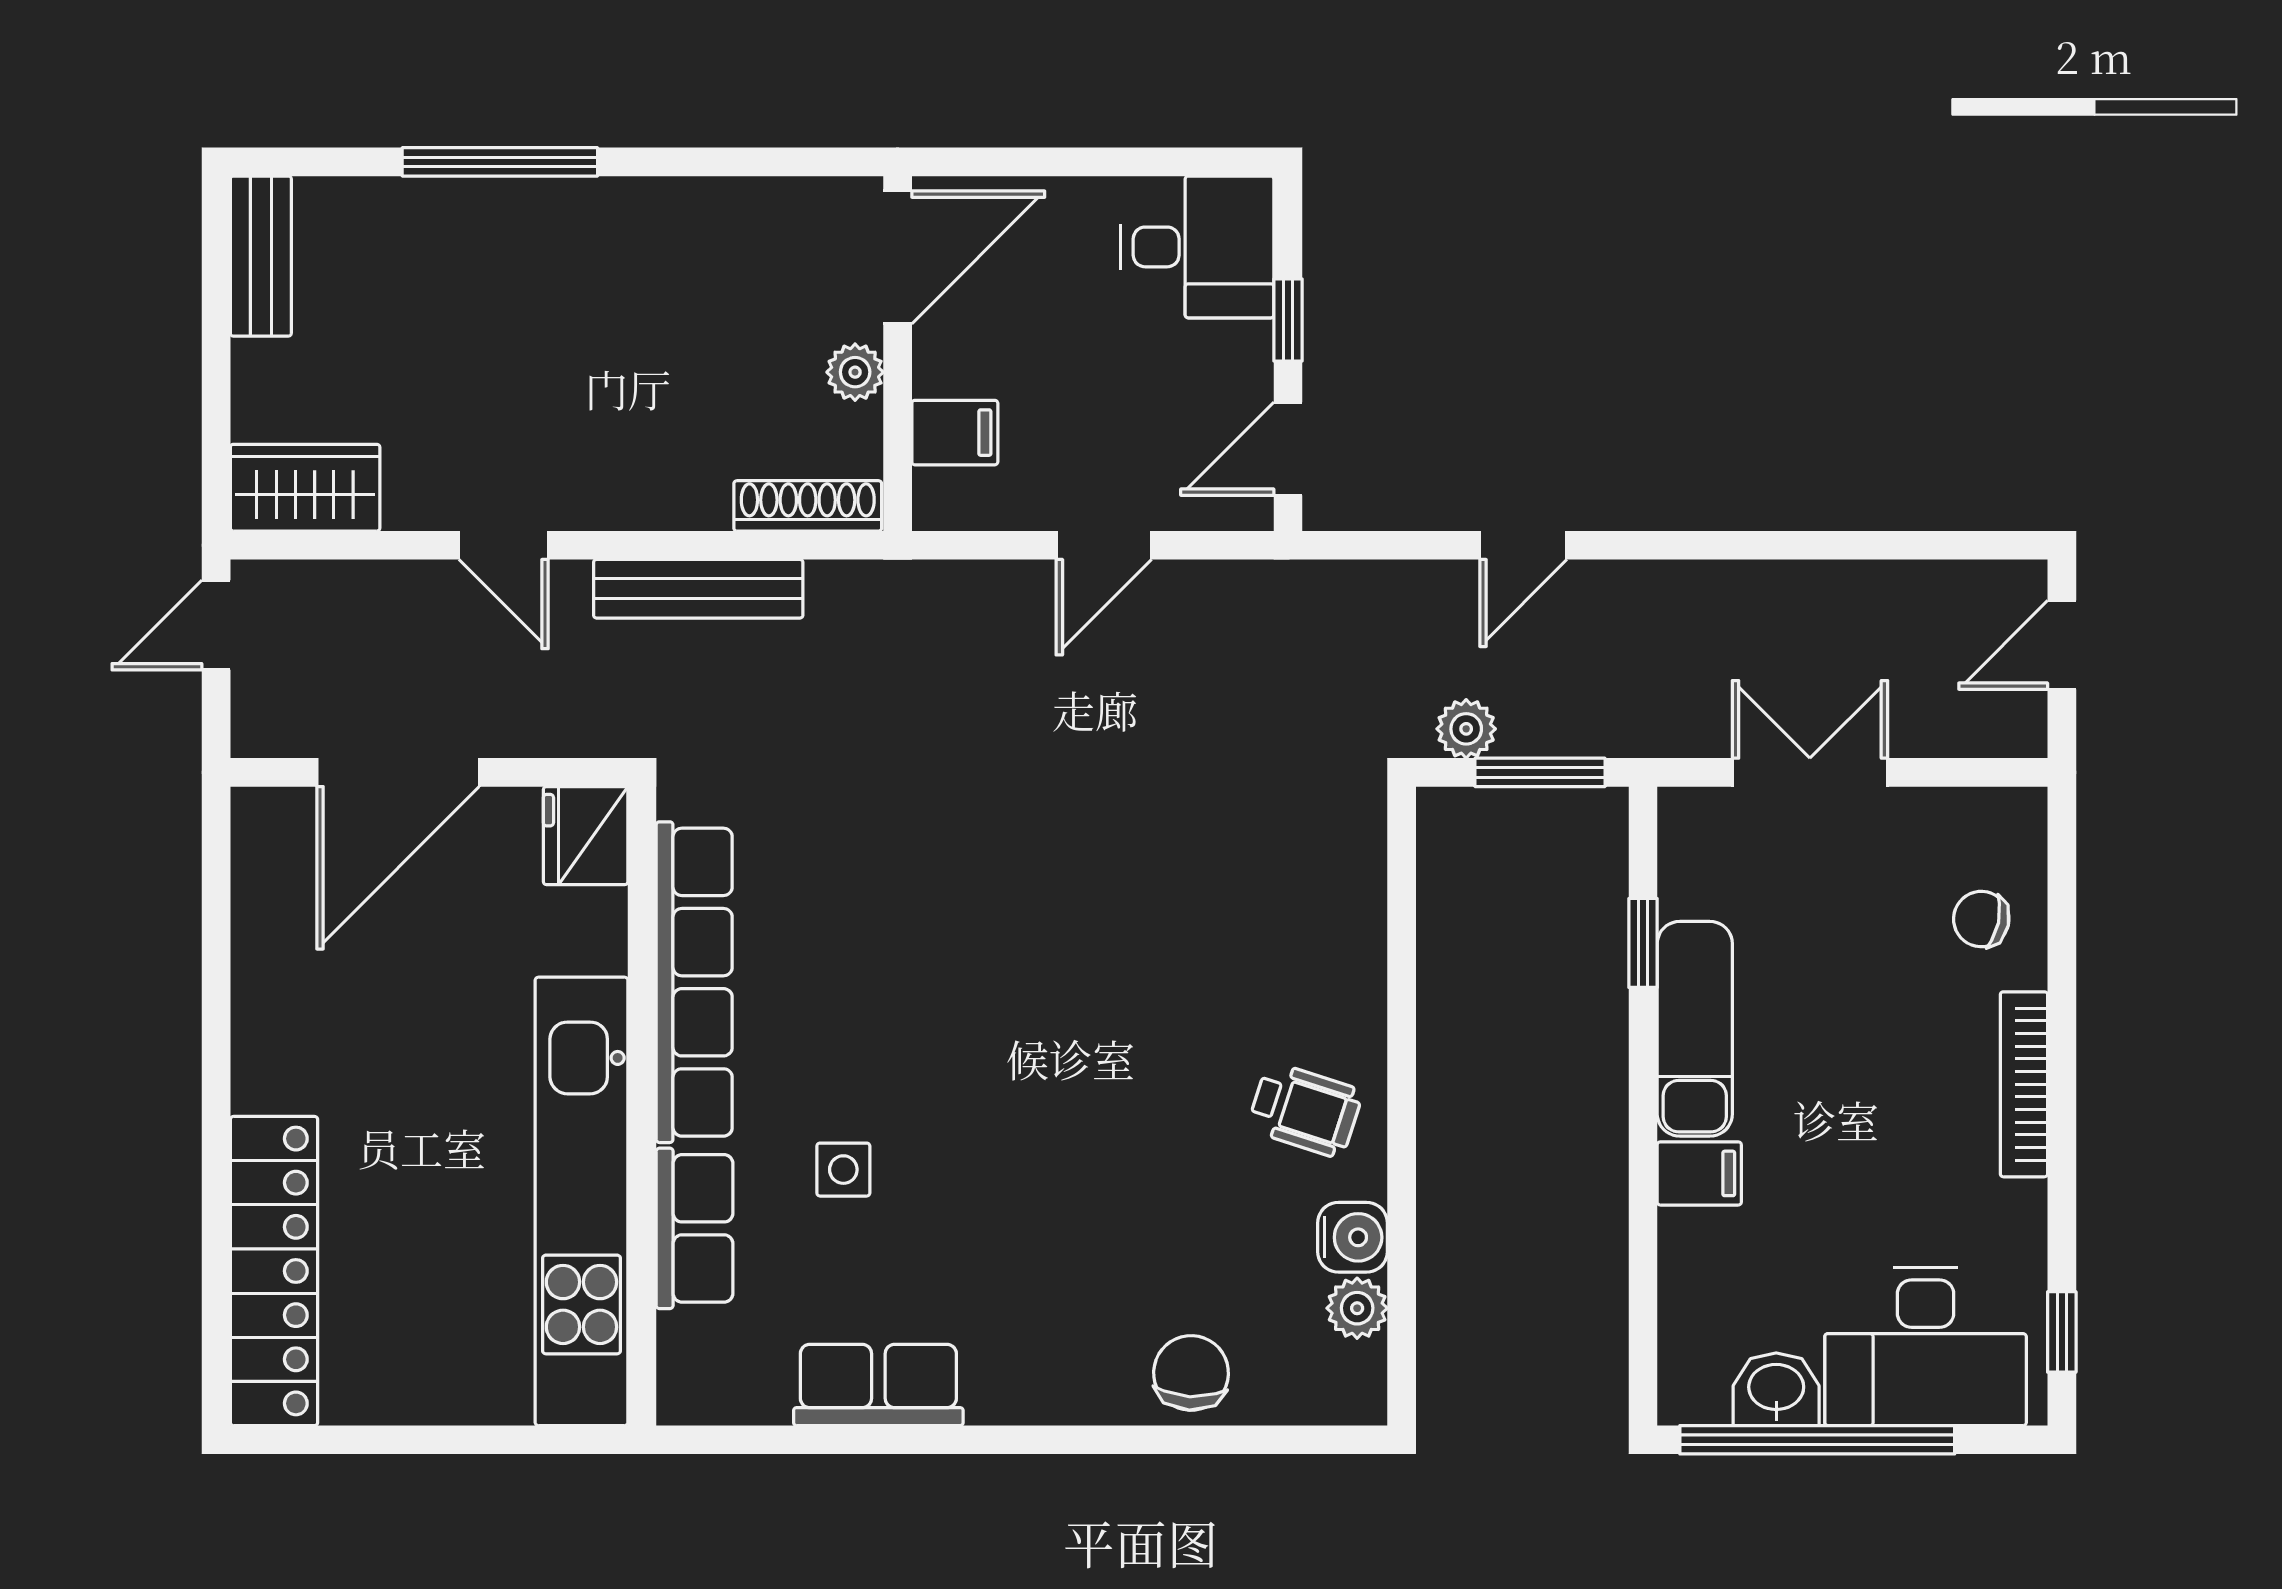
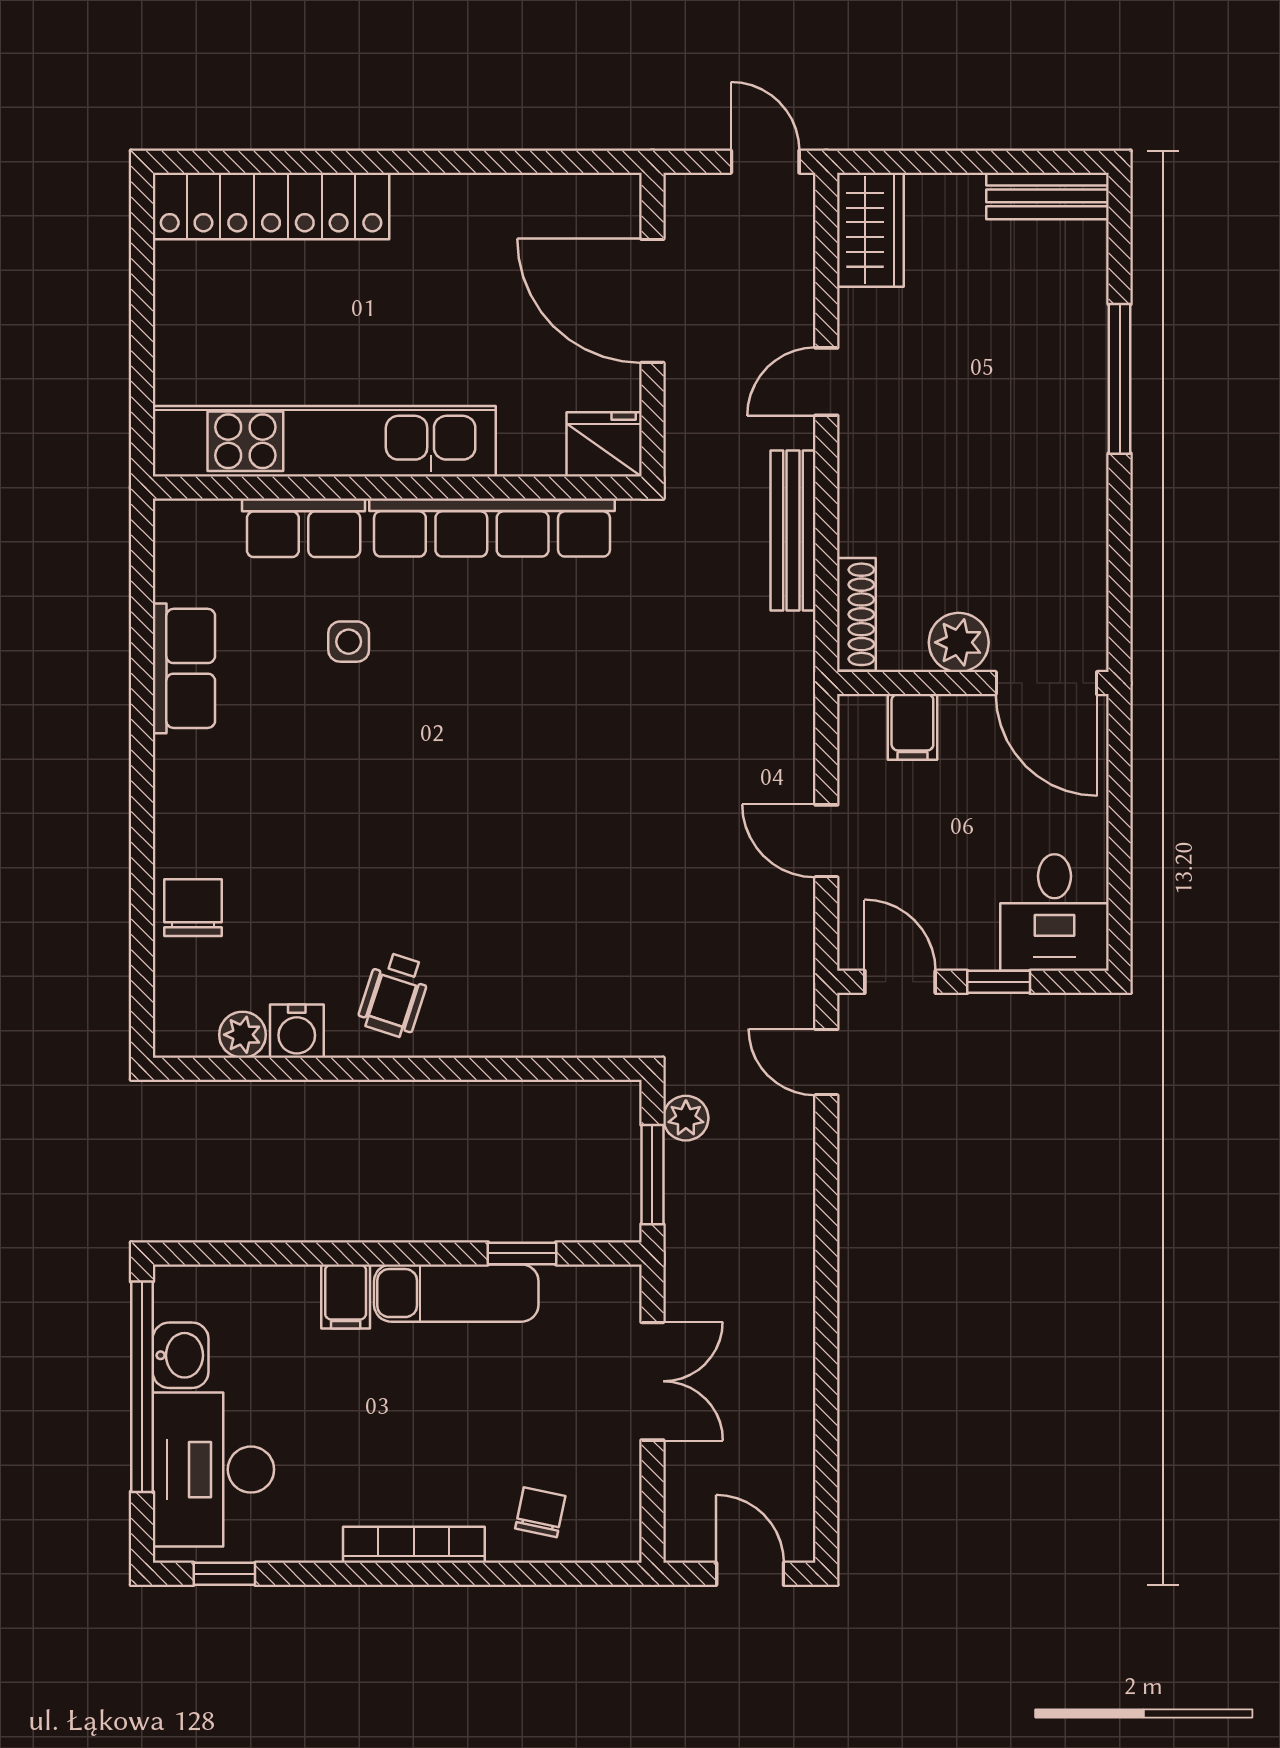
plant: (855, 372) -> (959, 642), width x1.38, depth x1.38
door: (1523, 545) -> (826, 1062), moved
chair: (1191, 1373) -> (193, 908), turned -93

